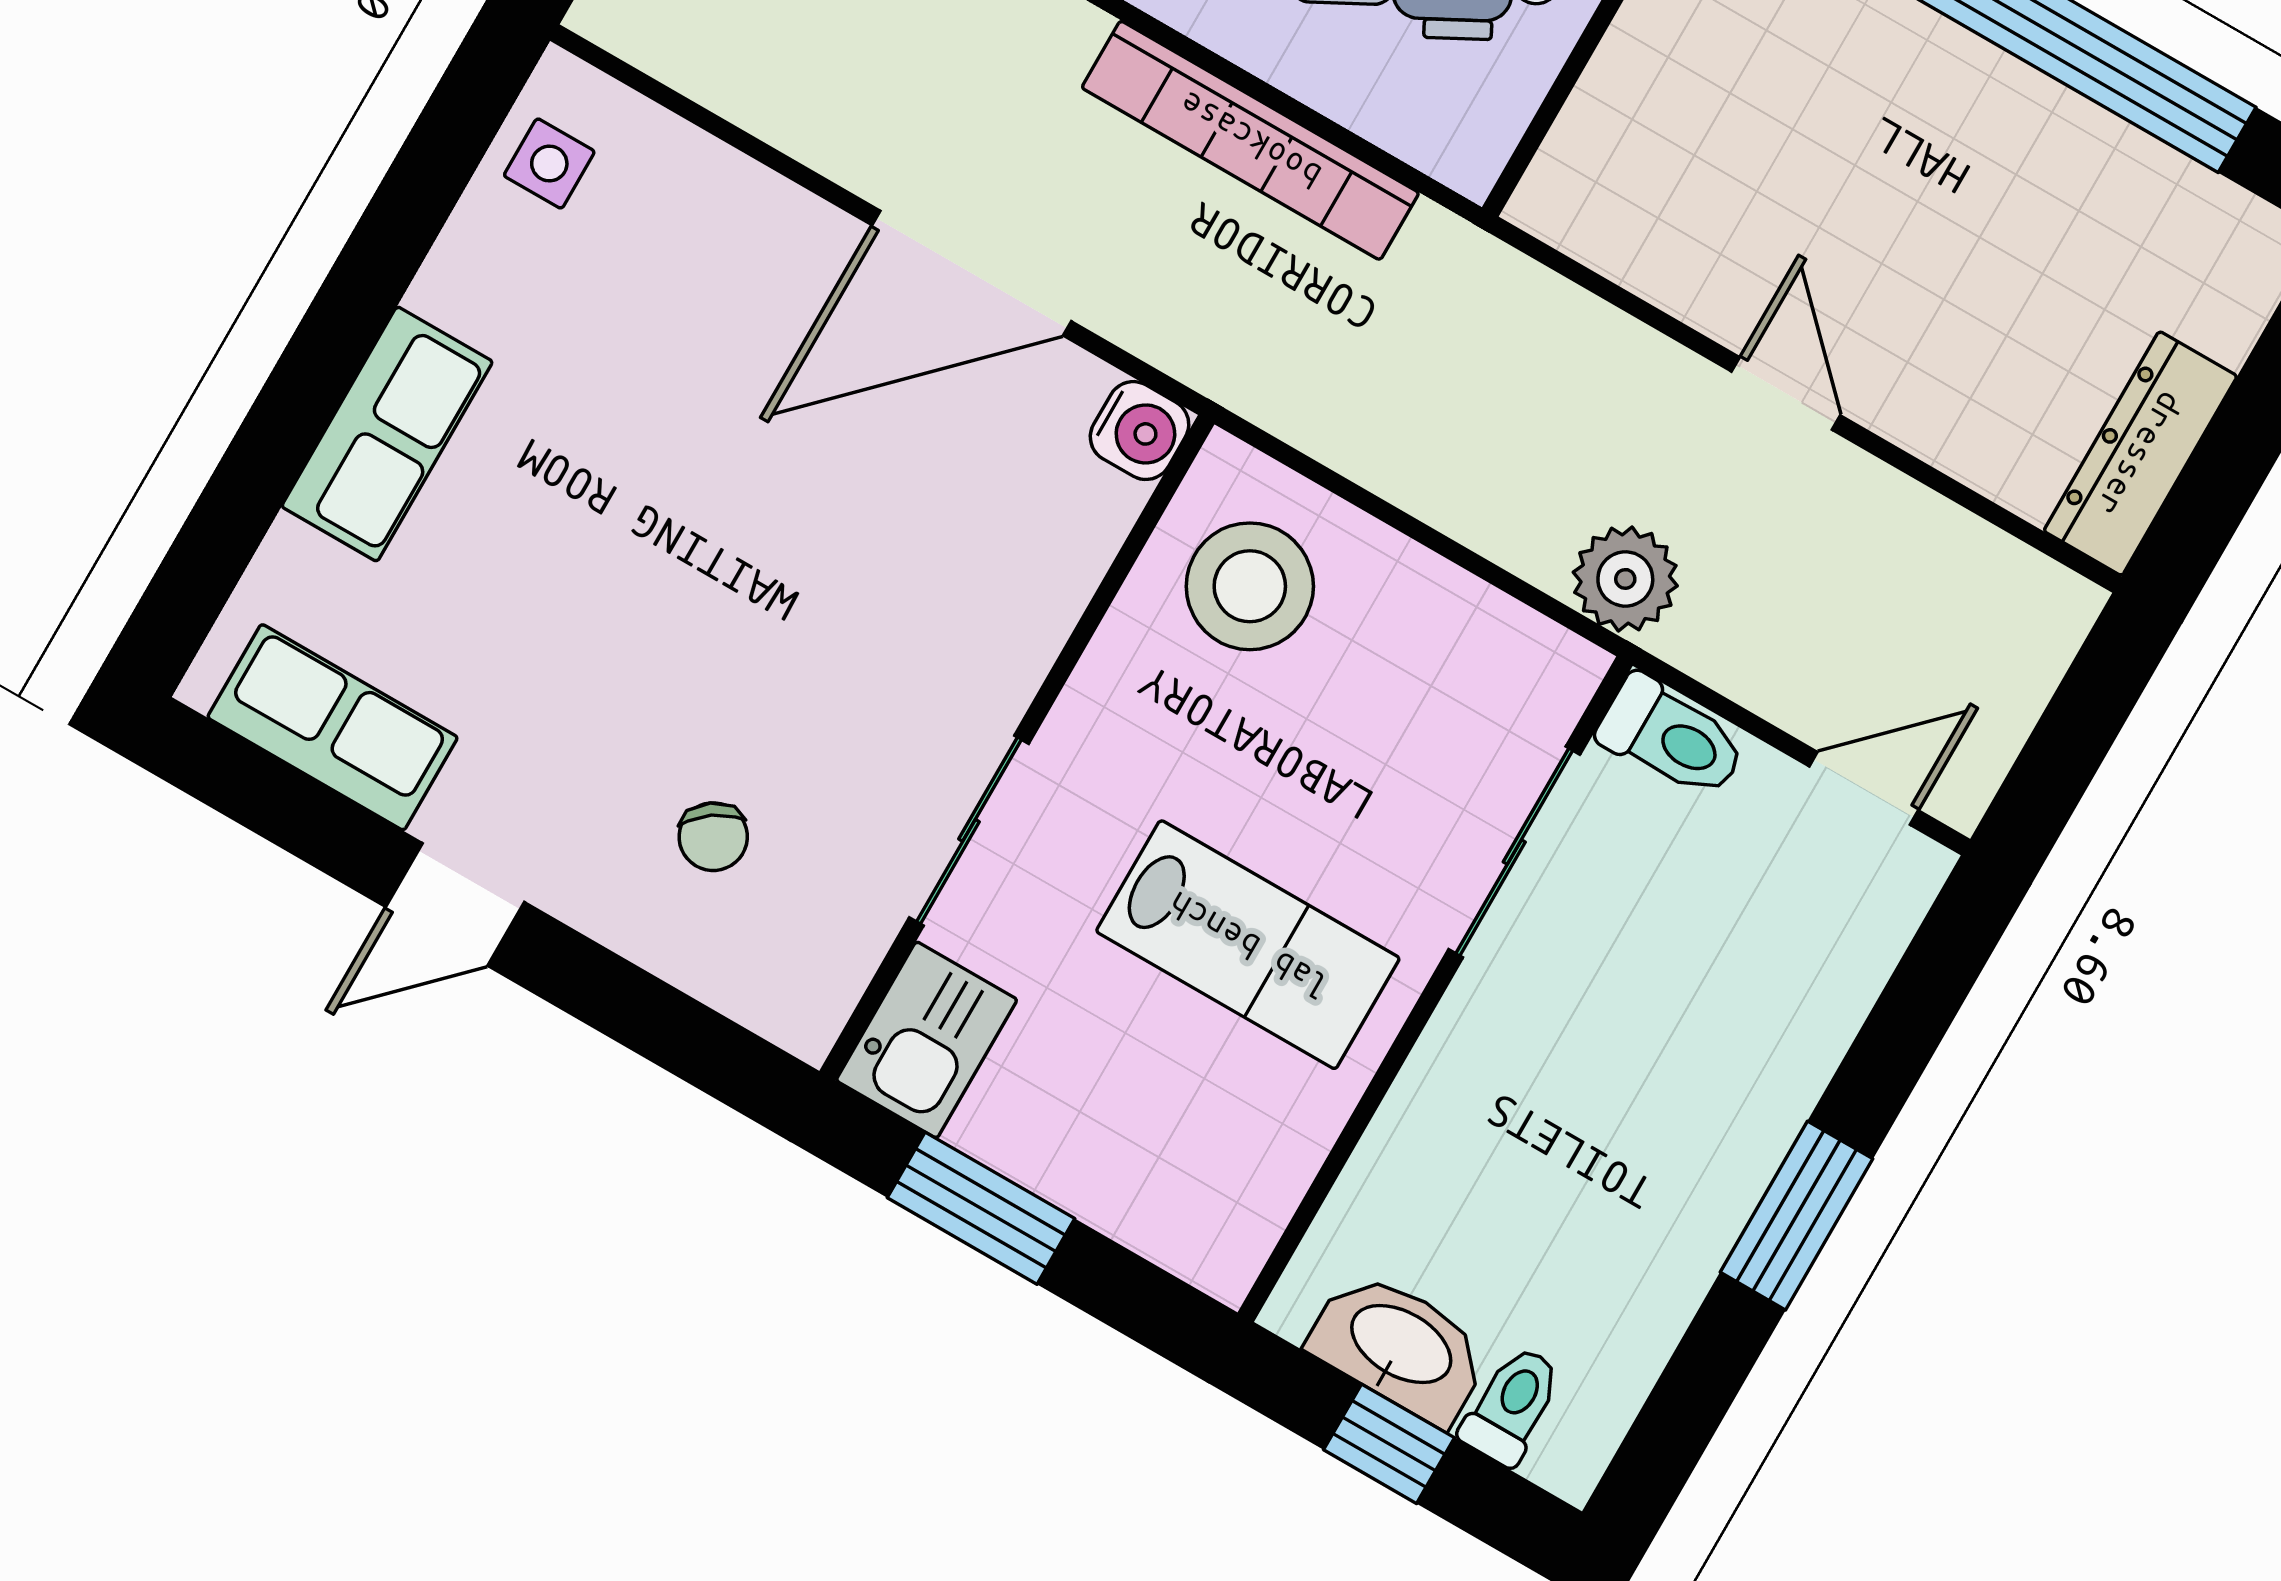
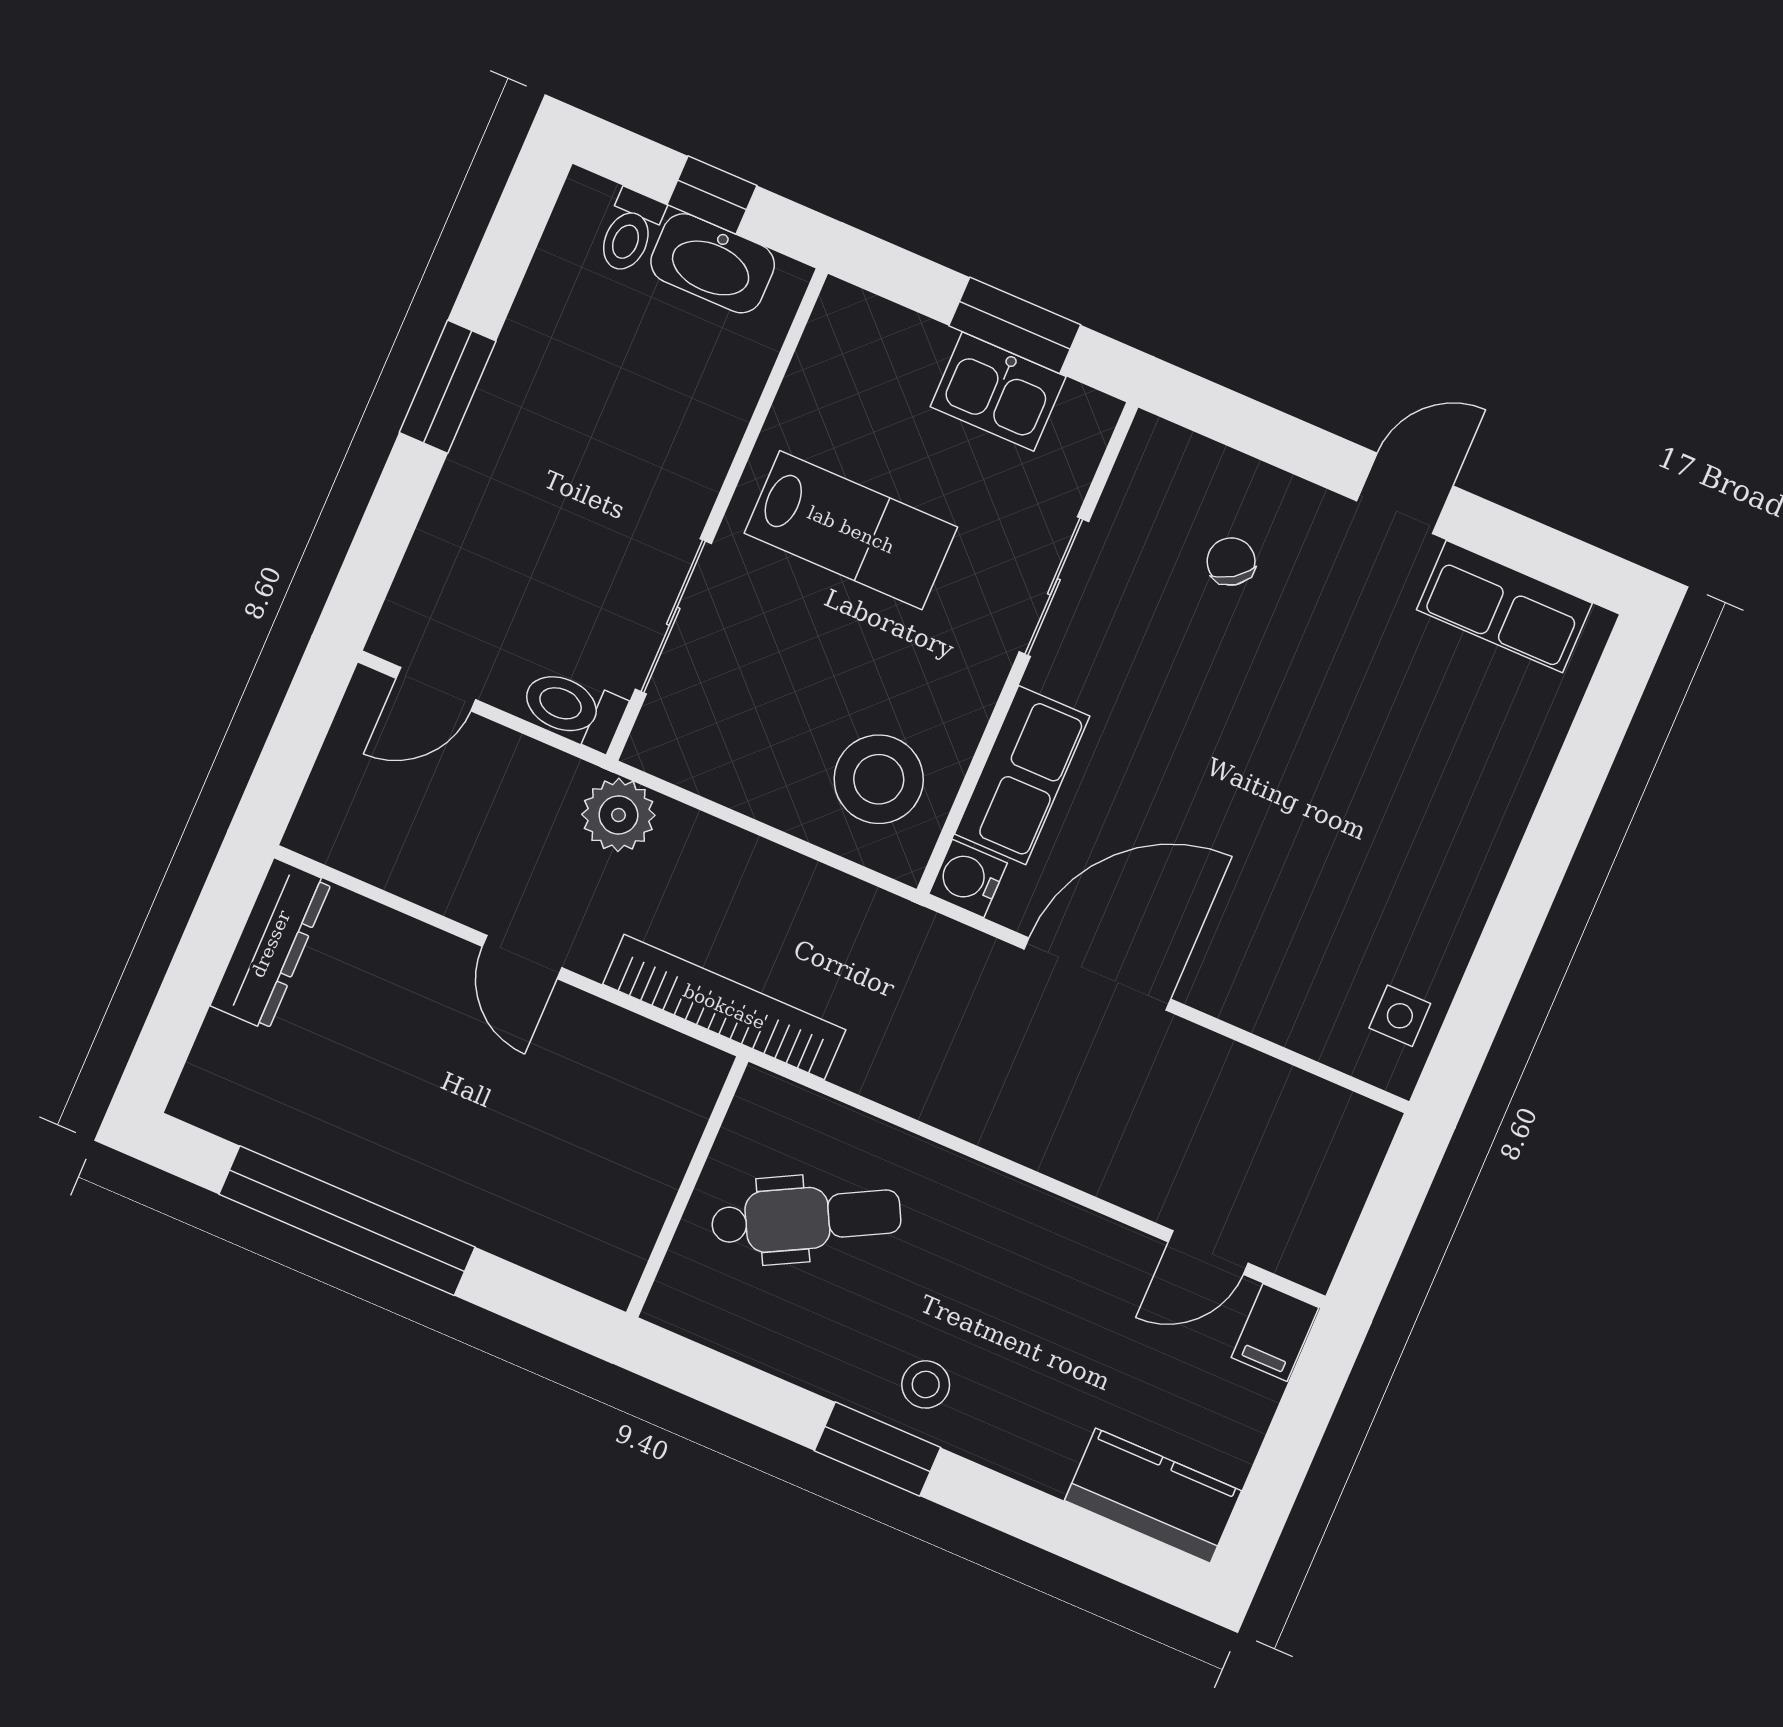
bookcase: (1250, 140) -> (724, 1007), moved
row of seats: (387, 434) -> (1022, 775), moved, turned 180
lab bench: (1248, 945) -> (851, 530), turned 180
kitchen sink: (927, 1040) -> (998, 392), moved, turned -90

